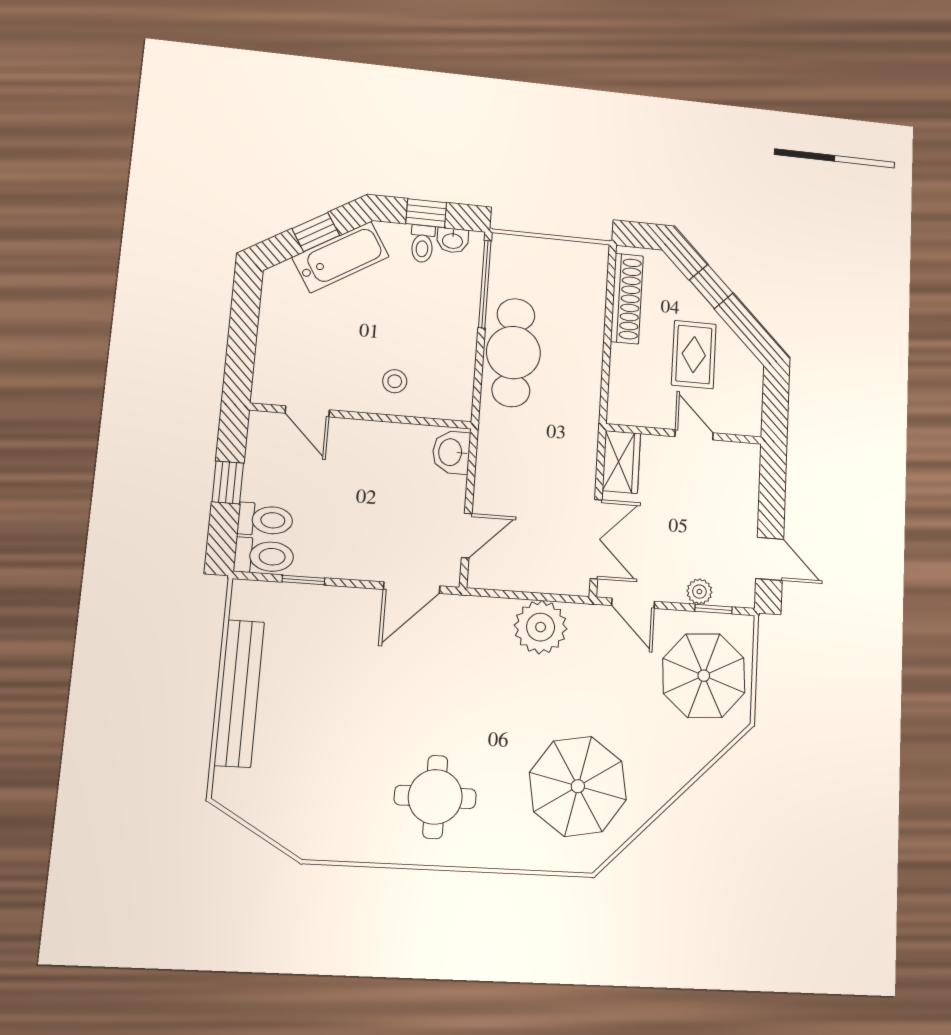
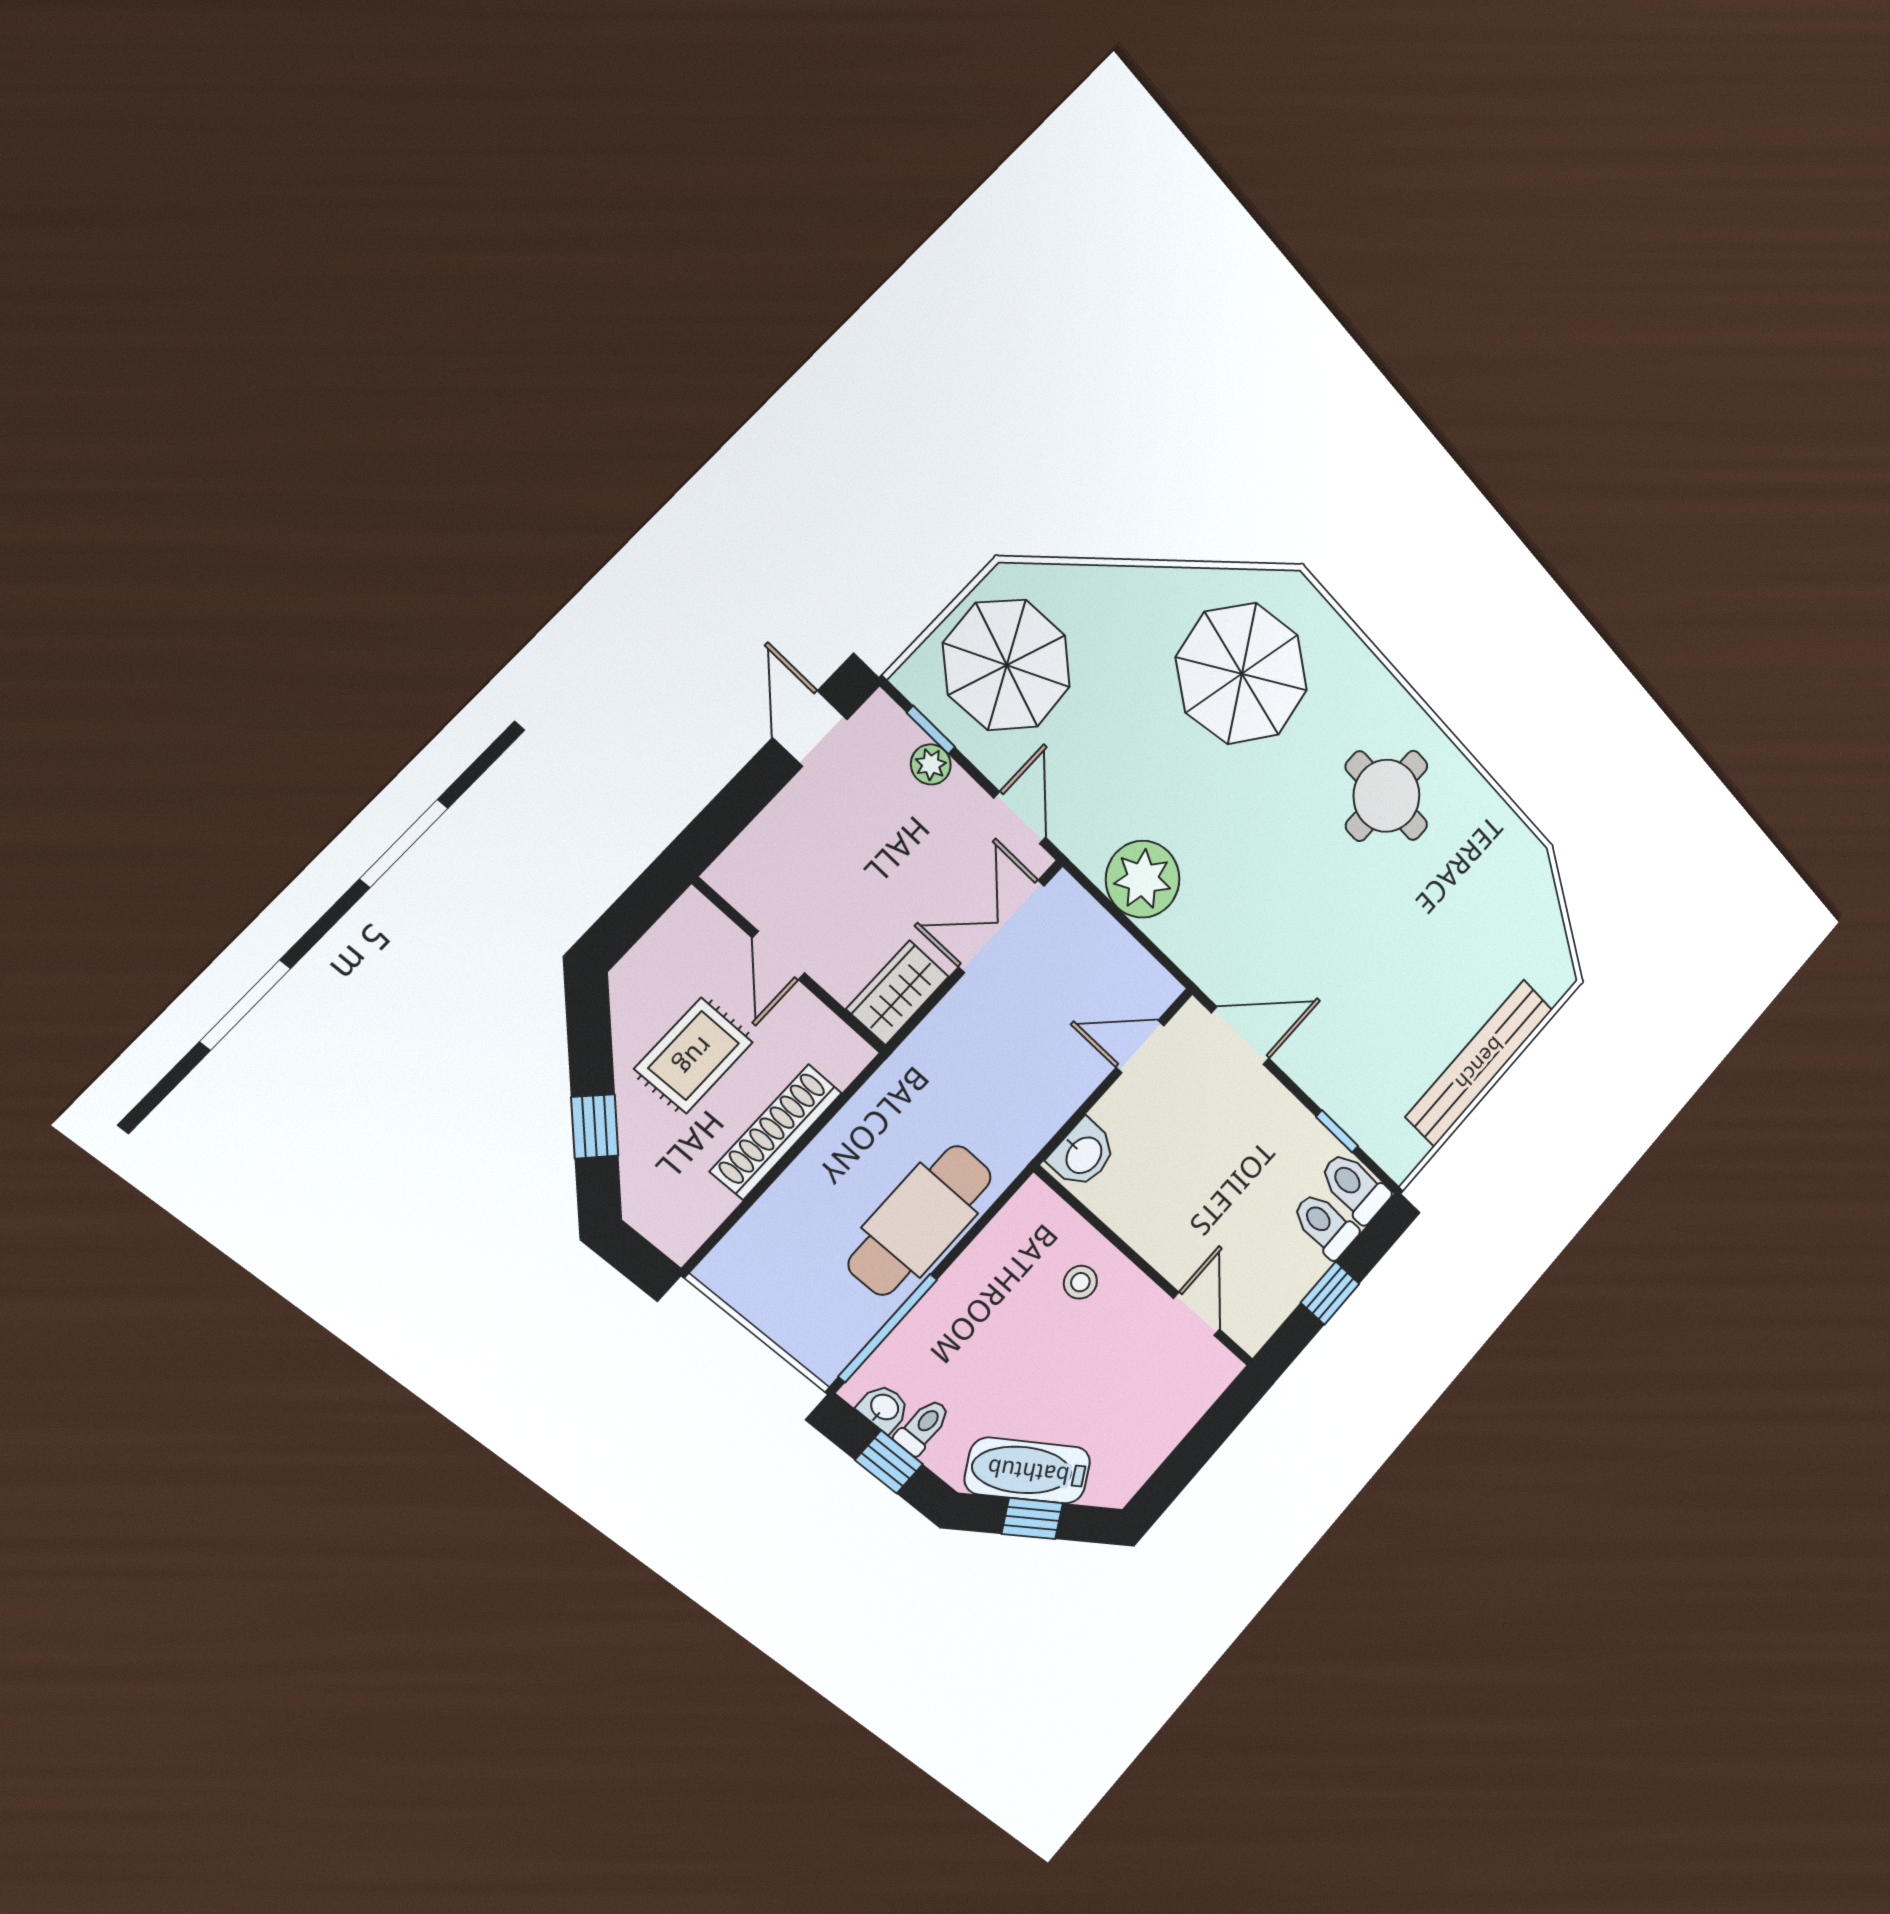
shoe rack: (627, 299) -> (776, 1132), moved

